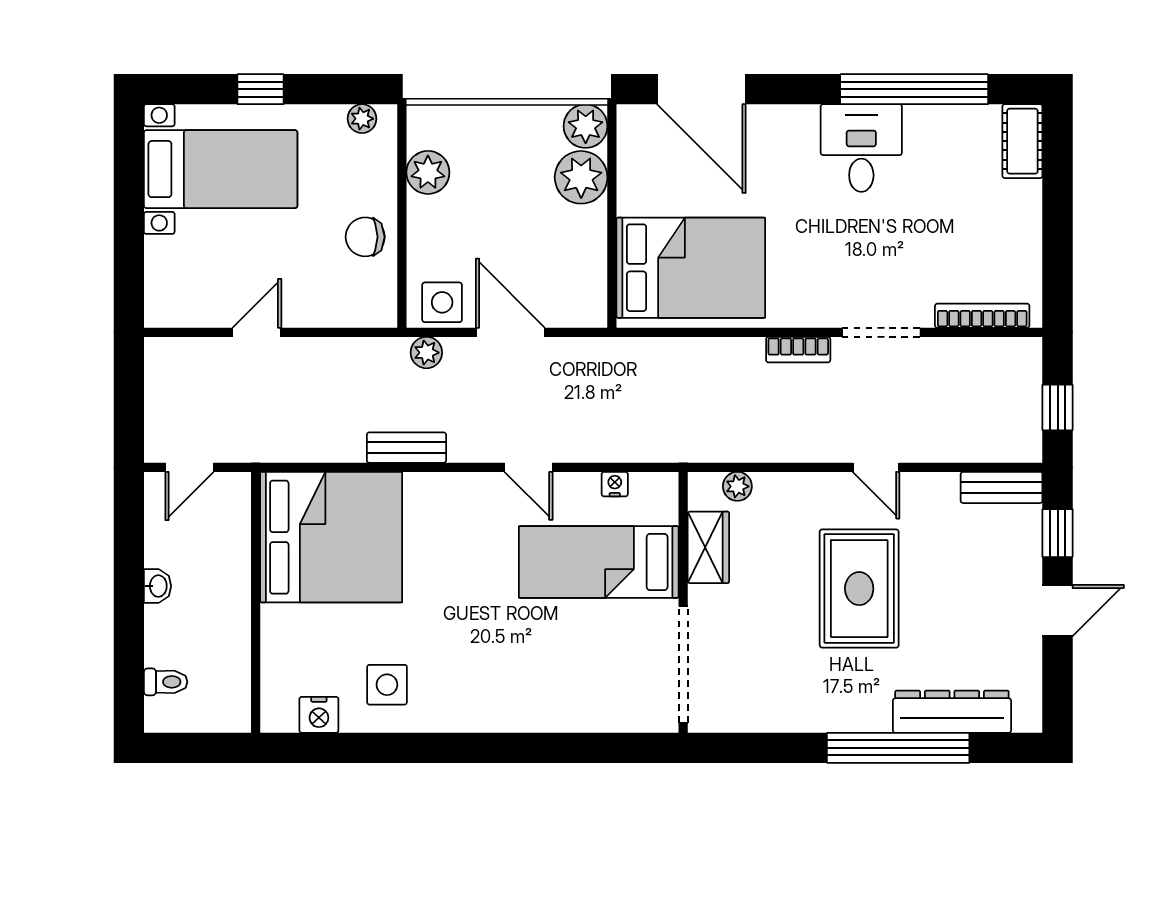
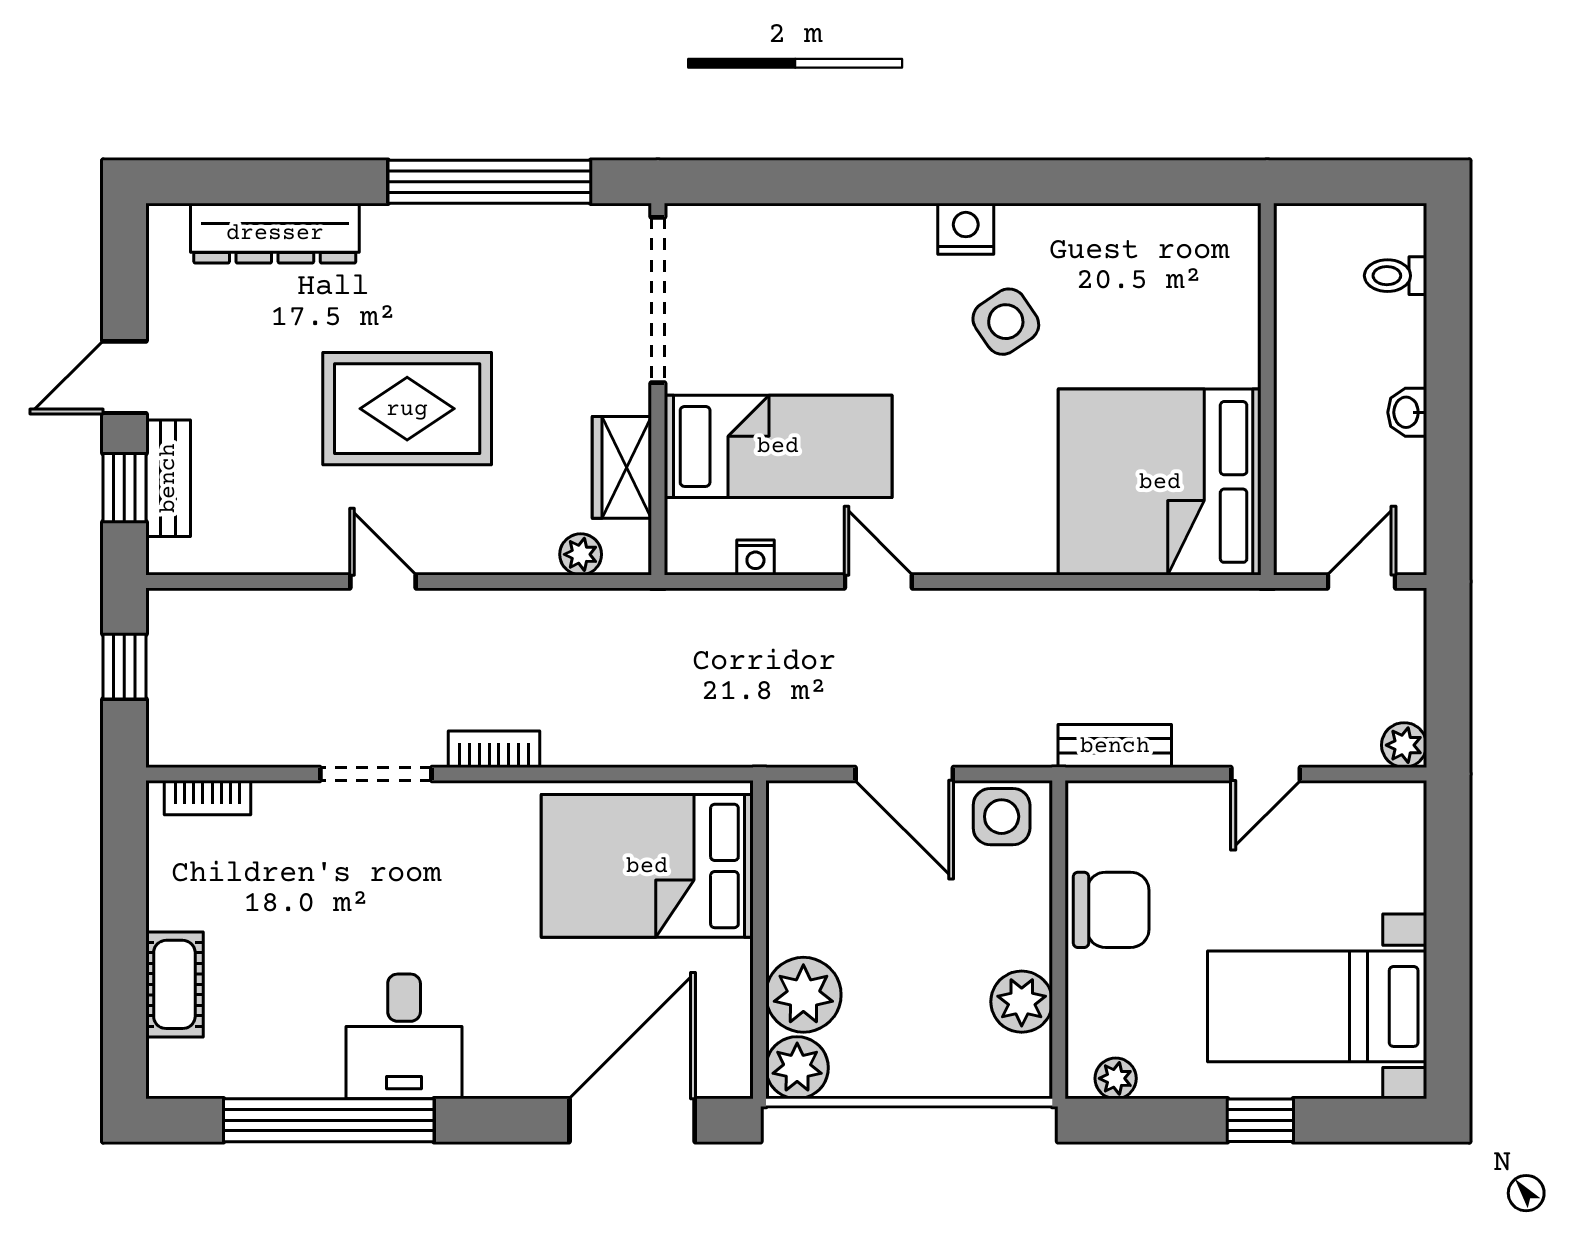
door: (701, 89) -> (632, 1120), hinge flipped
cot: (1022, 141) -> (174, 984), moved
chair: (365, 237) -> (1111, 910), width x1.37, depth x1.37
bookcase: (982, 316) -> (208, 798), width x0.64
plant: (426, 353) -> (1404, 745), moved
bench: (406, 448) -> (1115, 746), moved
bench: (1002, 487) -> (168, 478), moved, turned 90
rug: (859, 589) -> (407, 409), turned 90
side table: (387, 685) -> (1006, 322), moved, turned -34
nightstand: (319, 715) -> (966, 229), moved
window: (898, 748) -> (489, 182), moved

